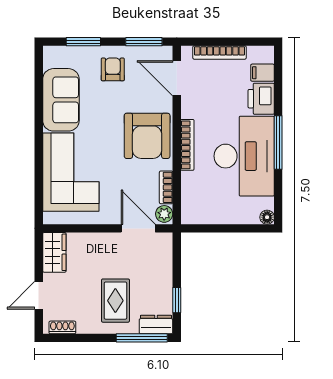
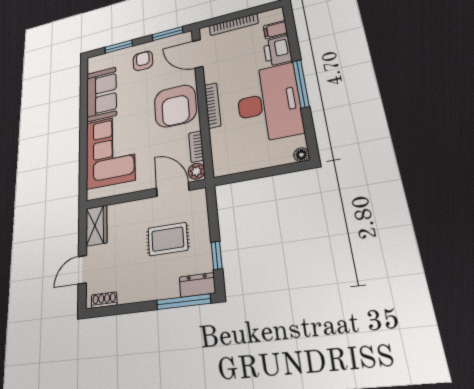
rug: (115, 301) -> (168, 239), moved, turned 90

